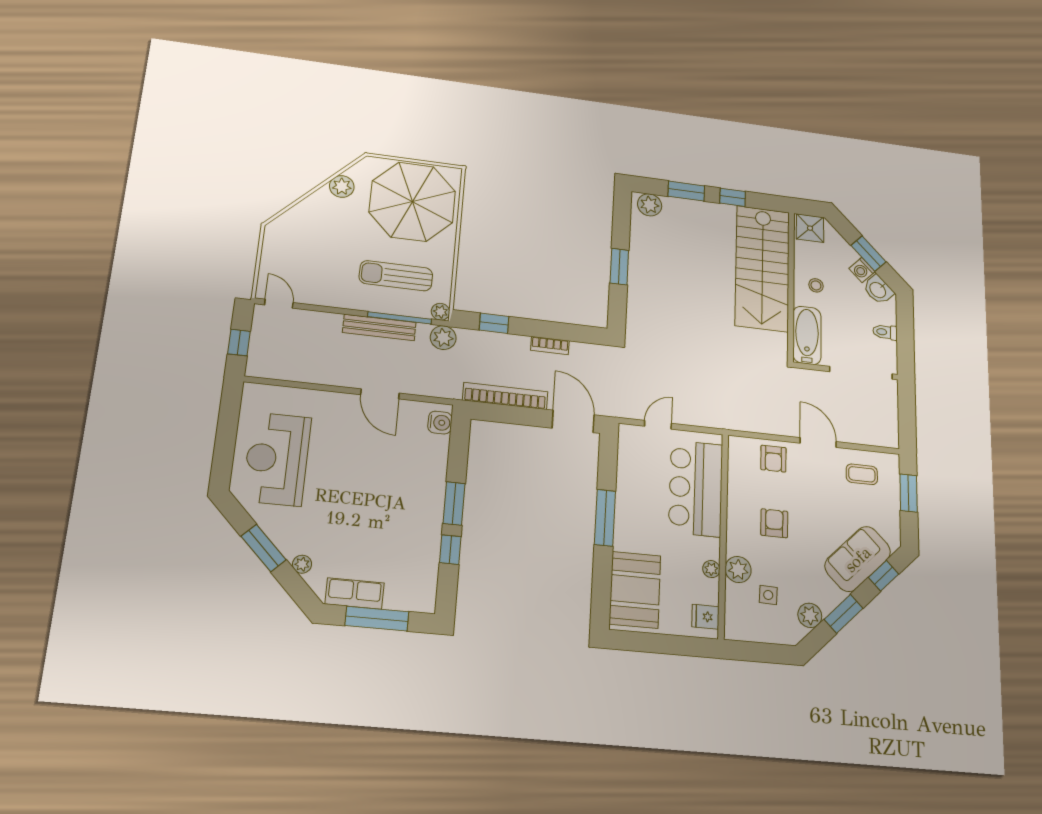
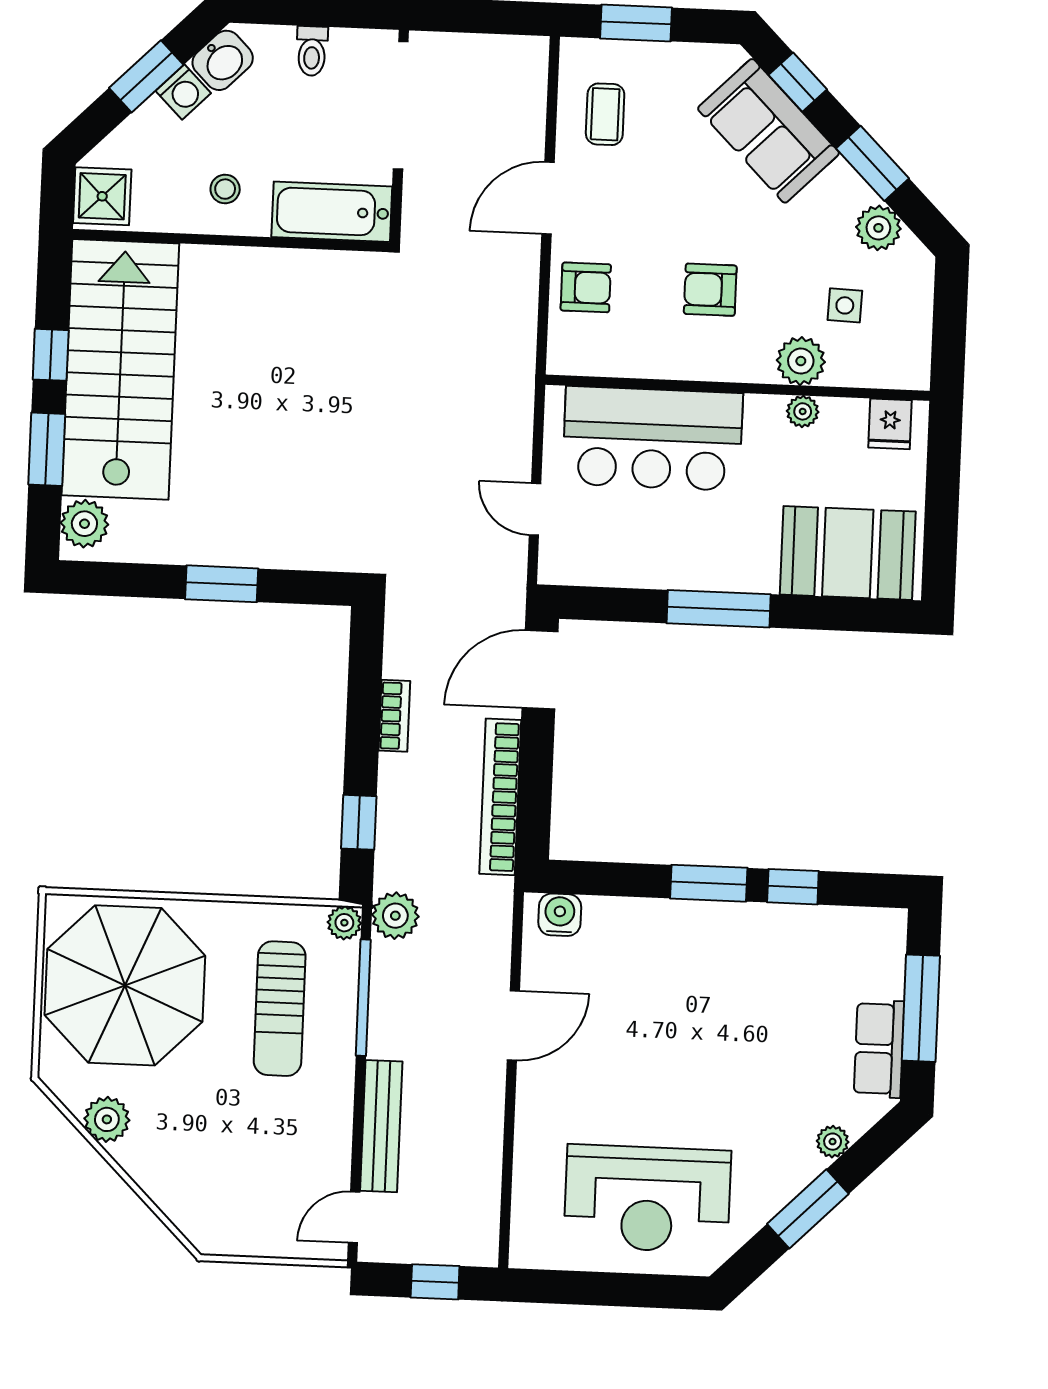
stairs: (762, 268) -> (120, 369), moved, turned -90
bench: (379, 328) -> (381, 1126), moved

